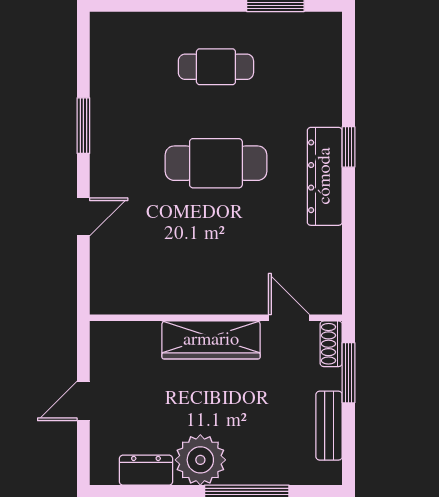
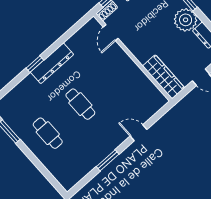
cafe table: (216, 163) -> (80, 104), width x0.73, depth x0.74
wardrobe: (211, 340) -> (164, 77), moved

